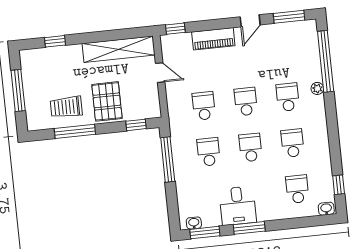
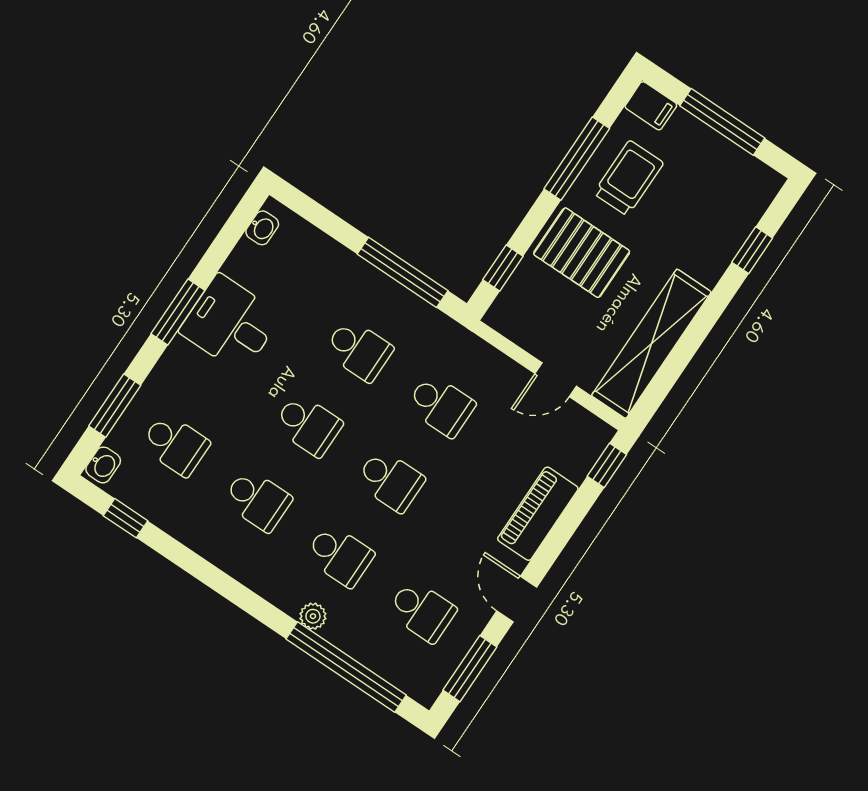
school desk: (283, 51) -> (422, 611), added
filing cabinet: (34, 121) -> (651, 106), added
window: (205, 233) -> (115, 406), moved

